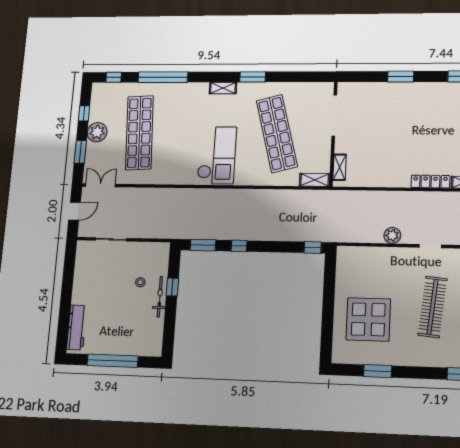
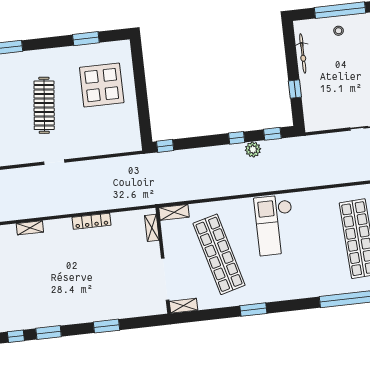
shelving: (223, 88) -> (184, 306), moved
locker: (430, 182) -> (92, 221), moved
plant: (392, 235) -> (253, 149), moved
window: (203, 245) -> (272, 134), width x0.67
stool: (140, 282) -> (339, 31), moved
bicycle: (160, 297) -> (303, 53), moved

